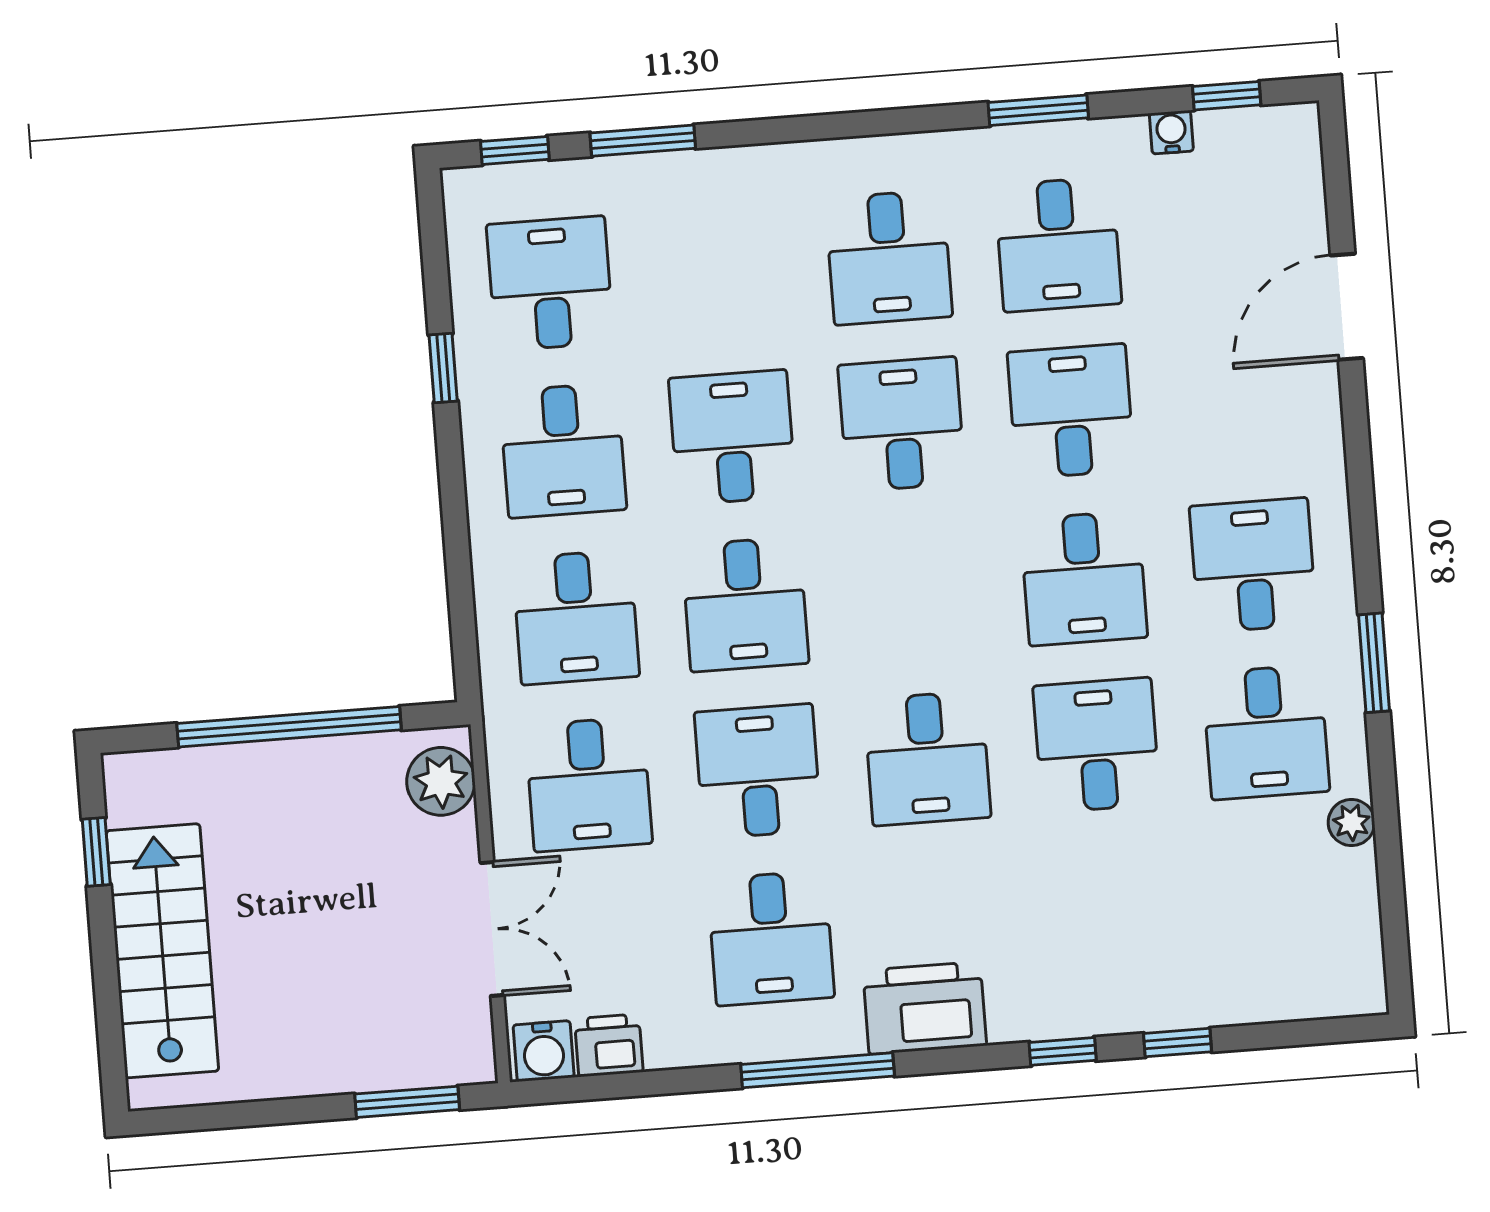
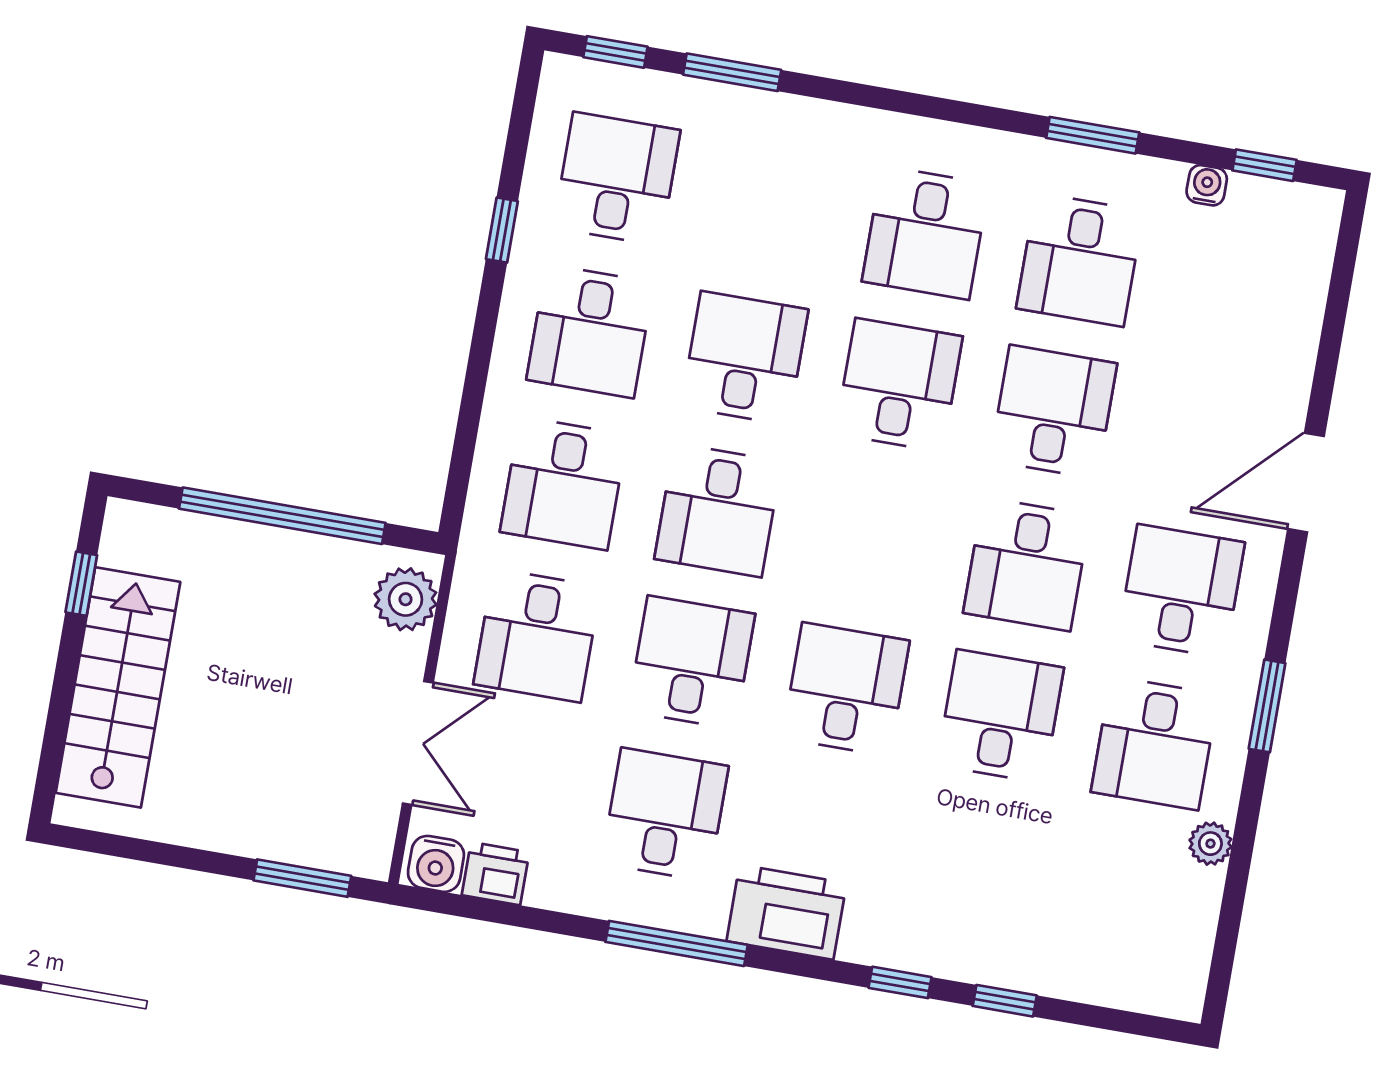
door: (1347, 307) -> (1306, 483), moved
desk: (927, 758) -> (846, 689), turned 180
desk: (771, 938) -> (665, 815), turned 180

